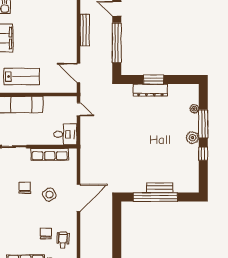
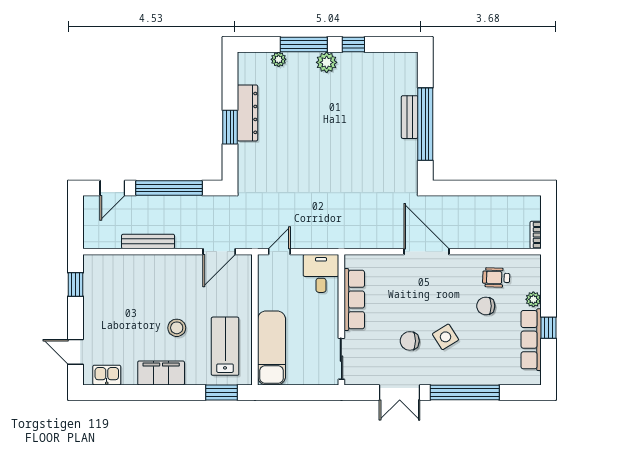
stool: (33, 47) -> (177, 328), added
dresser: (150, 90) -> (247, 113), moved
side table: (49, 195) -> (445, 337), moved

